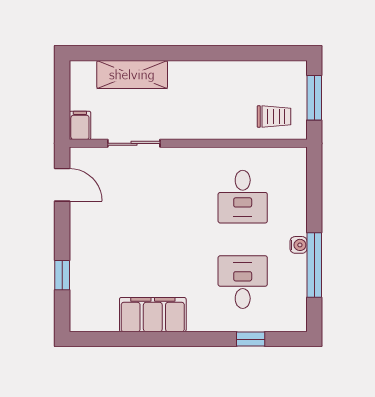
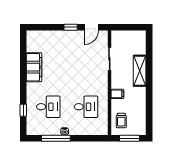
shelving: (132, 75) -> (140, 71), moved
filing cabinet: (80, 125) -> (117, 94), moved
desk: (243, 197) -> (86, 107), turned 180
window: (62, 275) -> (71, 27), moved

